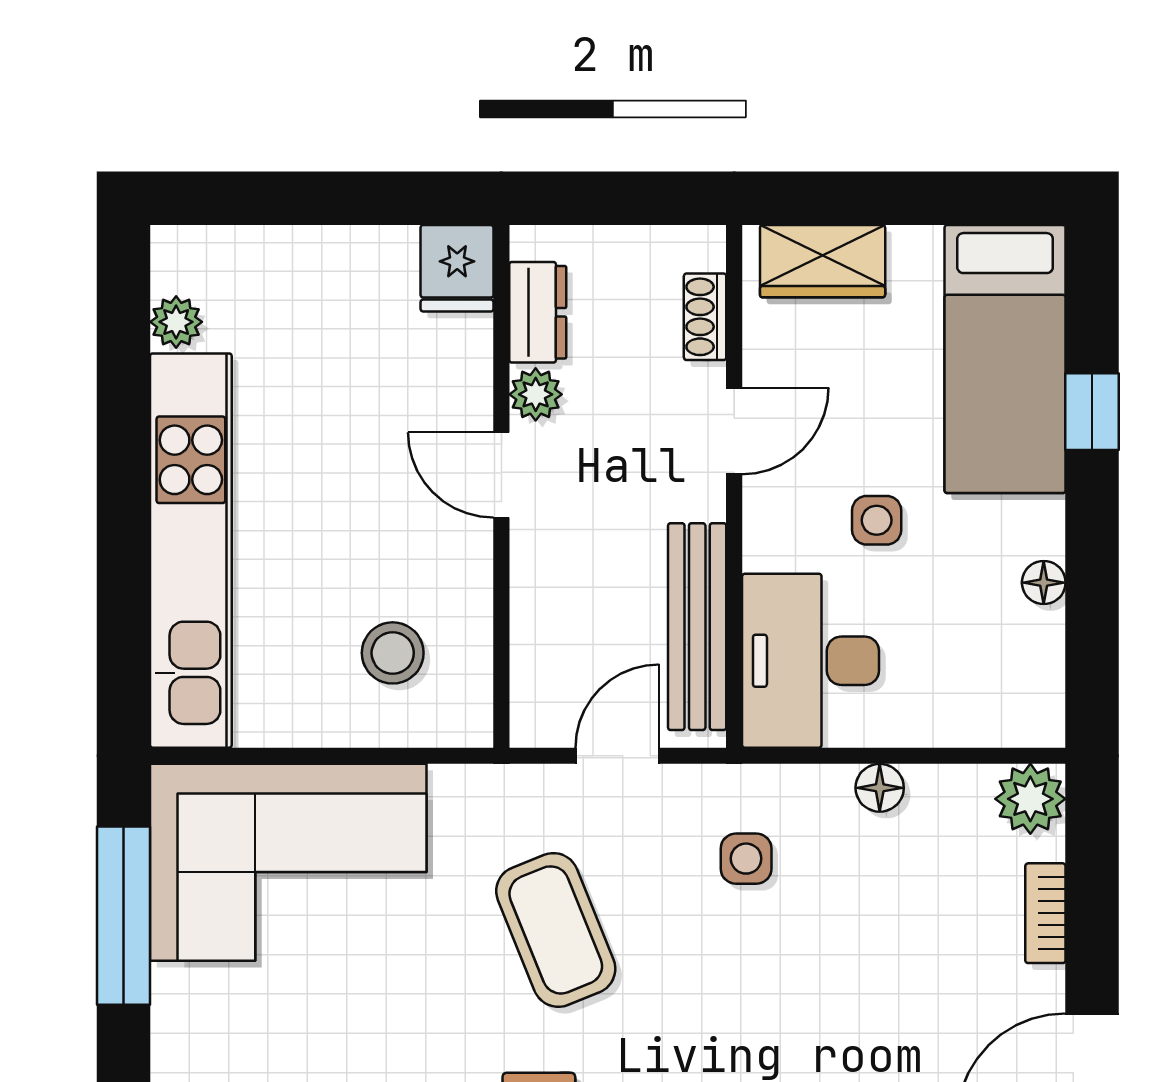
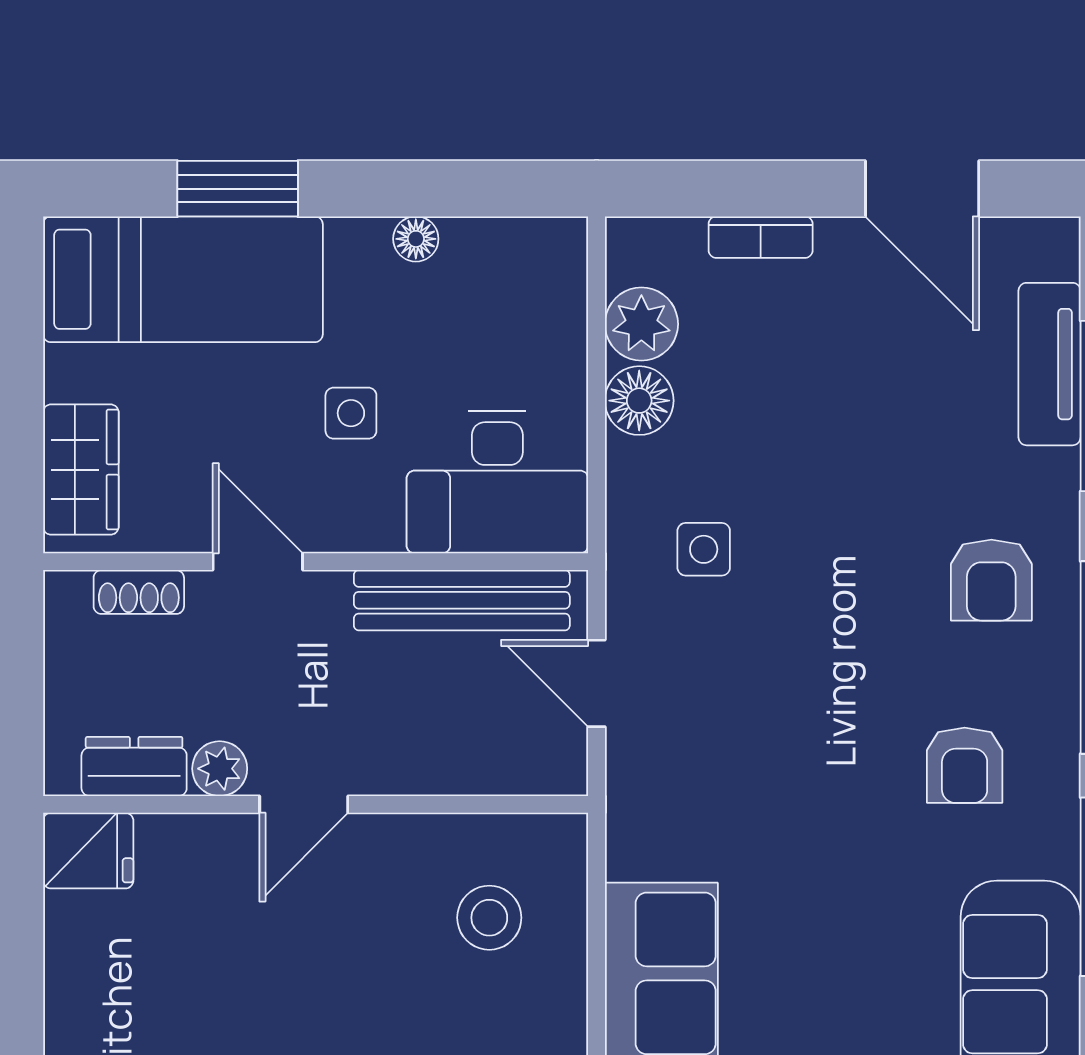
window: (1092, 412) -> (238, 189), width x1.50
floor lamp: (880, 788) -> (639, 401), width x1.37, depth x1.37
plant: (1030, 799) -> (641, 324), moved
coffee table: (556, 930) -> (778, 748), removed

